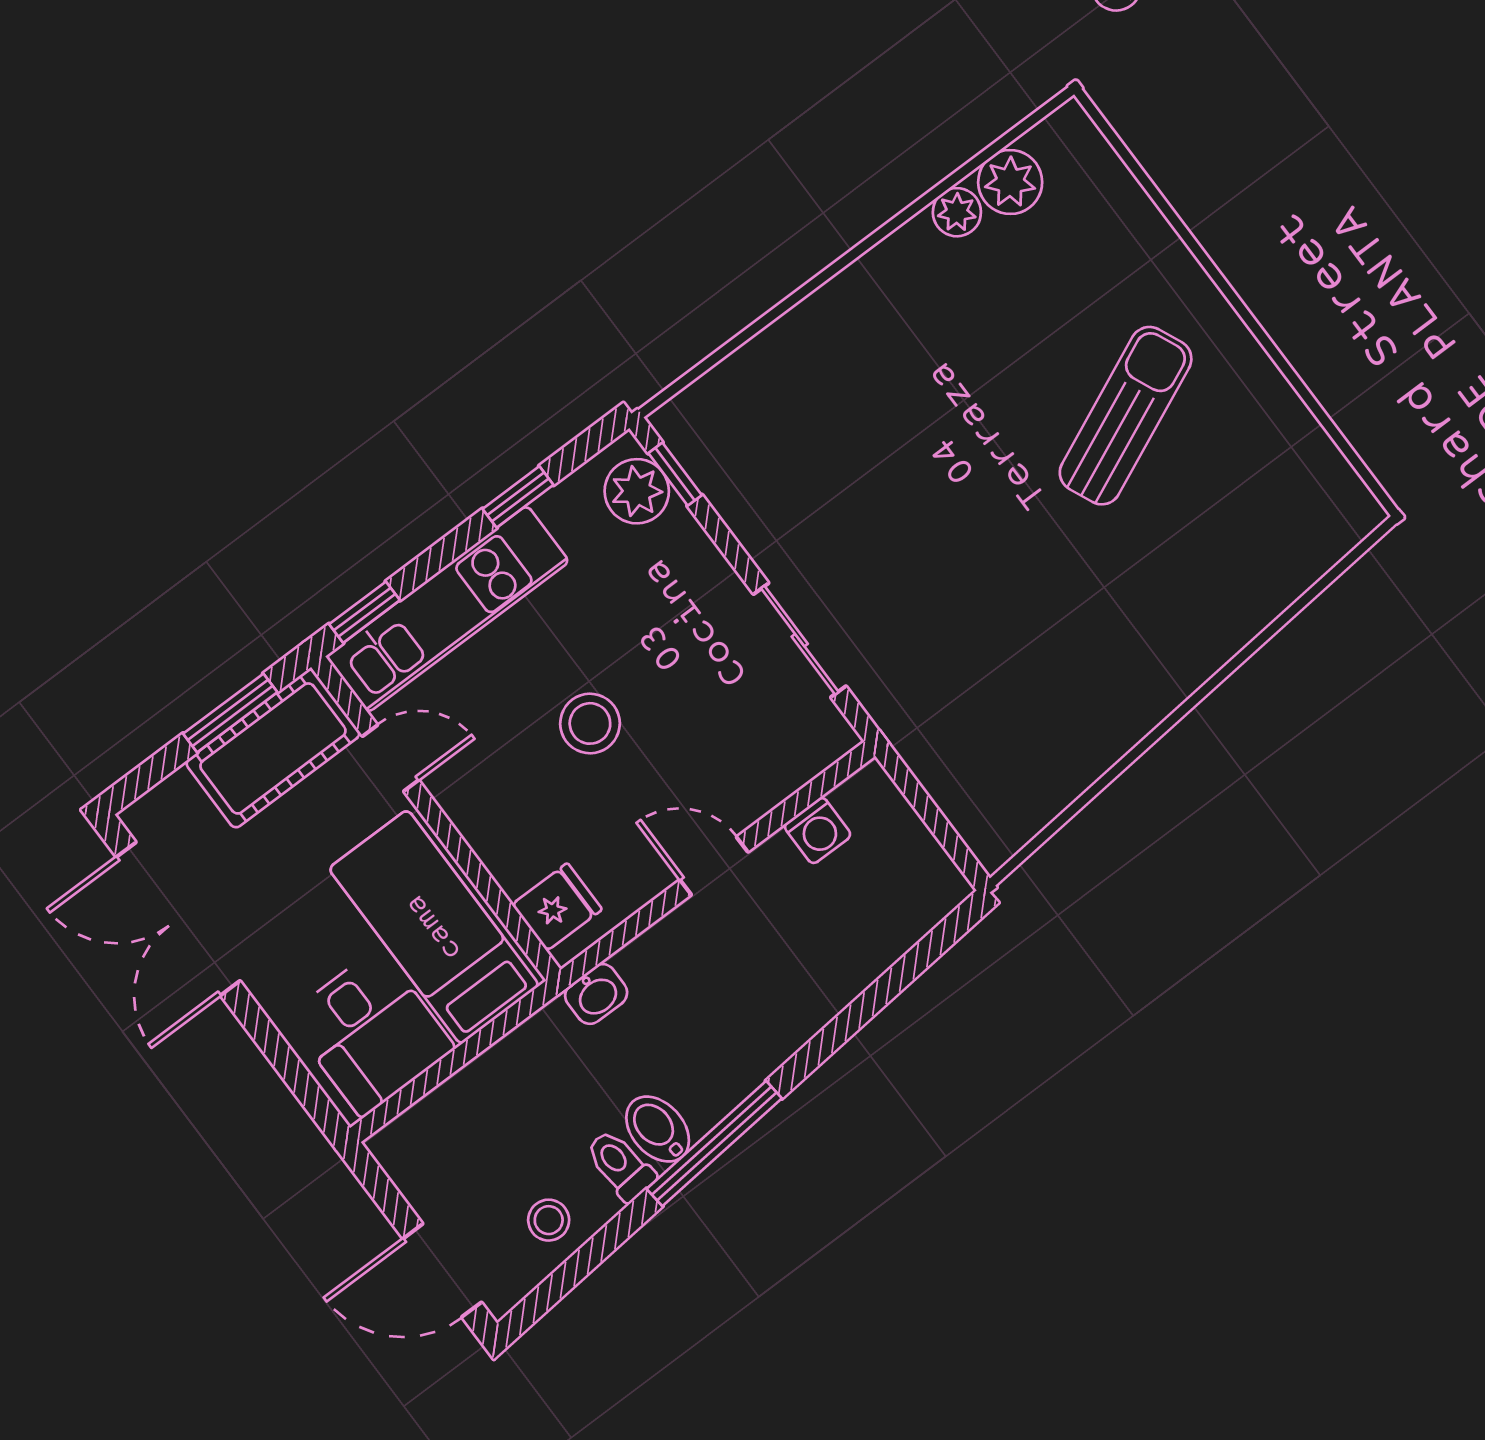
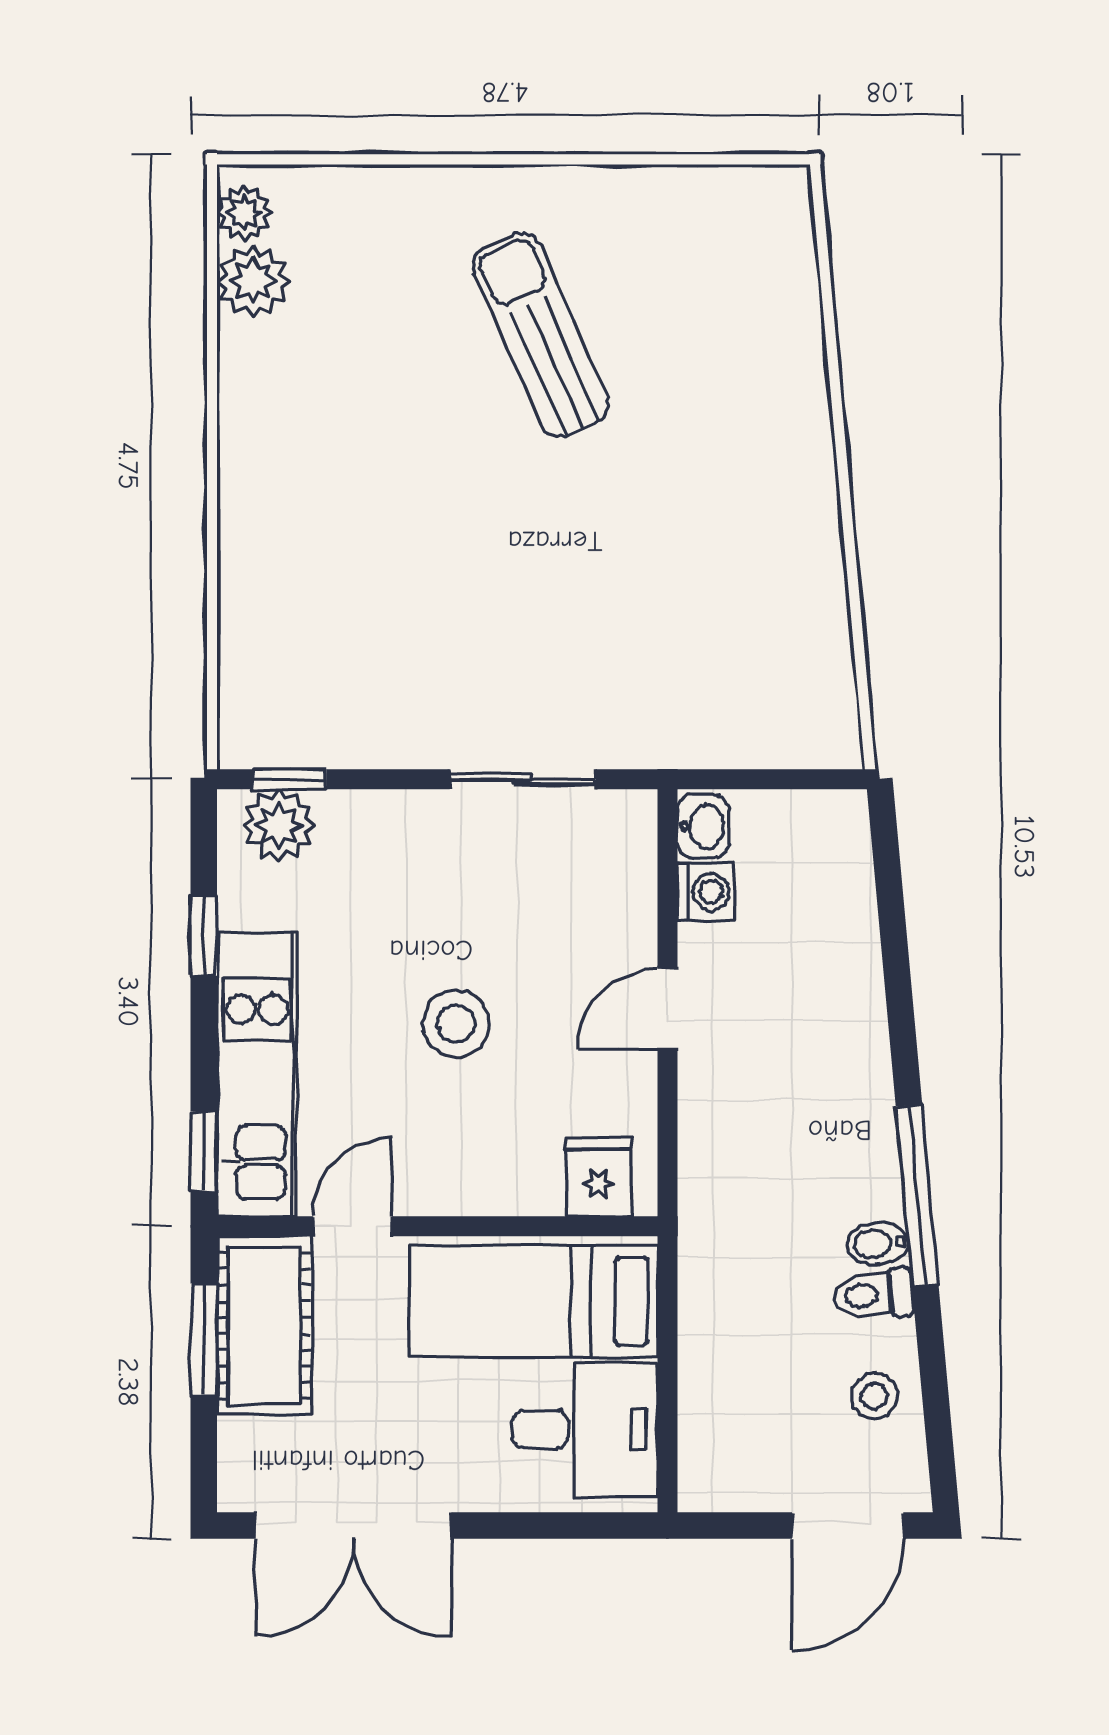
plant: (957, 212) -> (244, 213), moved
washbasin: (596, 994) -> (703, 826), moved
bidet: (658, 1129) -> (878, 1244), width x0.72, depth x0.74

